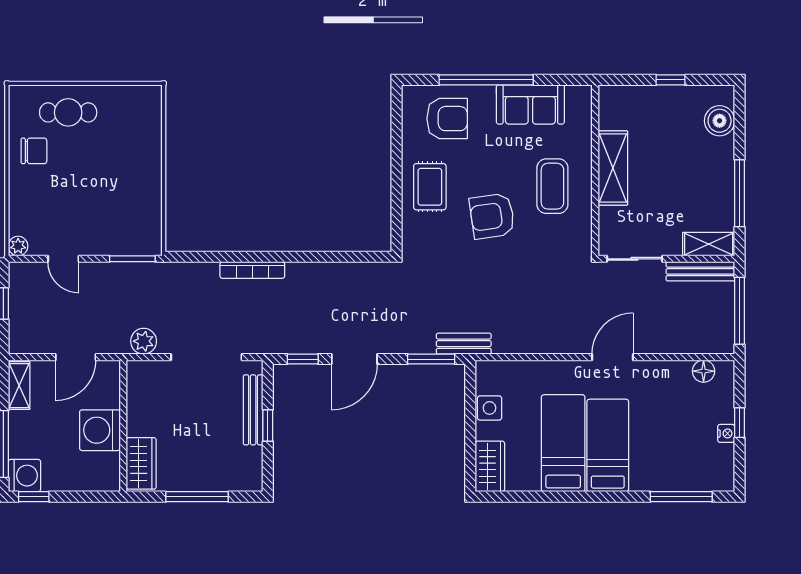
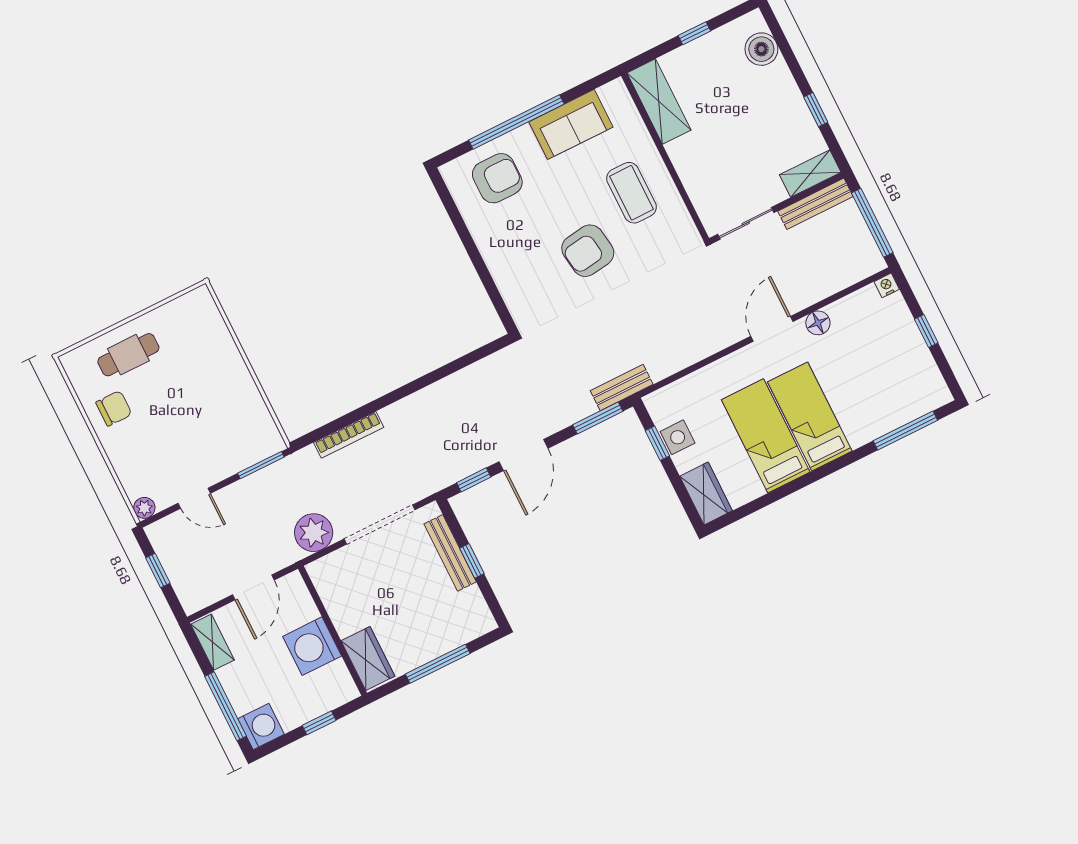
shelving: (613, 168) -> (659, 102), moved
rug: (430, 187) -> (513, 252), removed
window: (740, 193) -> (816, 110), width x0.46
bookcase: (252, 270) -> (349, 435), moved
plant: (144, 341) -> (314, 533), width x1.36, depth x1.36
floor lamp: (704, 371) -> (818, 323), moved
window: (470, 405) -> (657, 443), added
nightstand: (726, 433) -> (887, 285), moved, turned -90
window: (34, 497) -> (319, 723), moved

